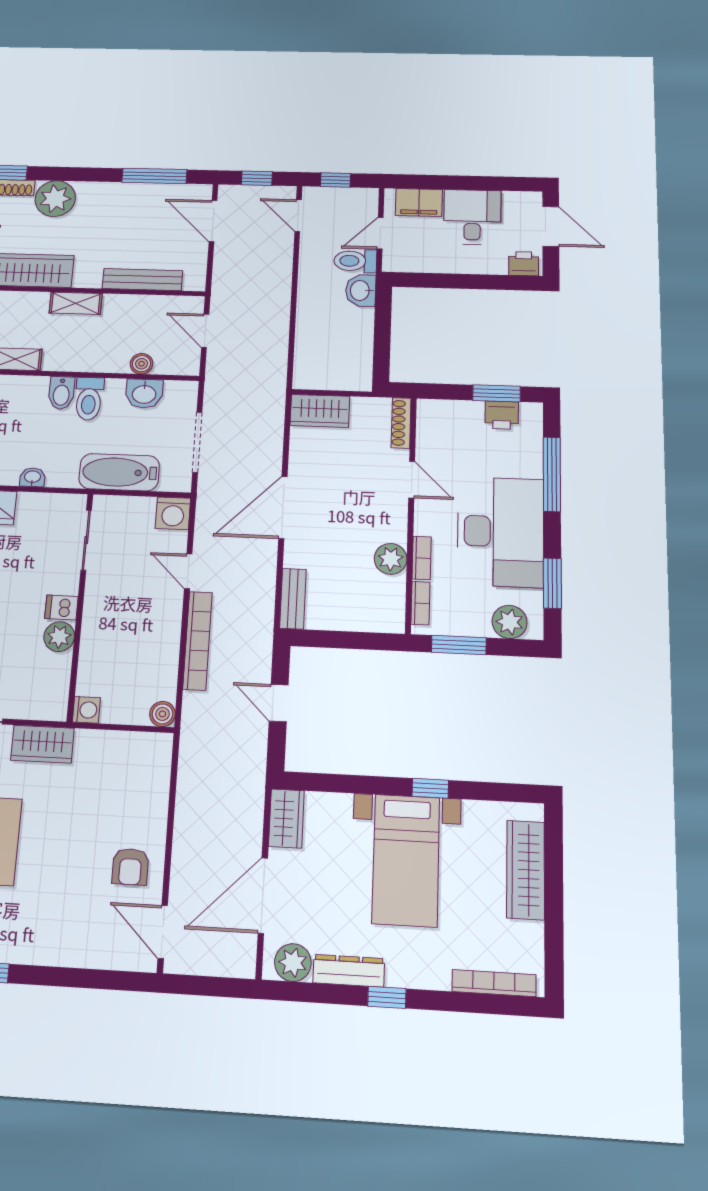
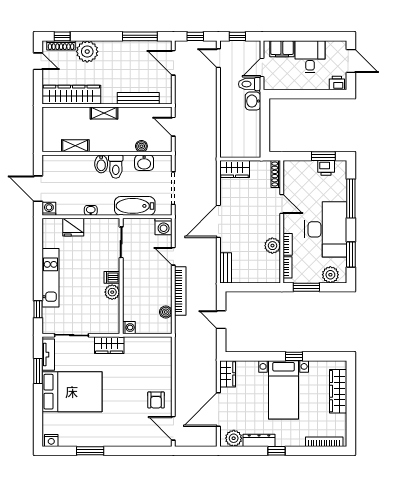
boiler: (162, 714) -> (166, 312), moved

